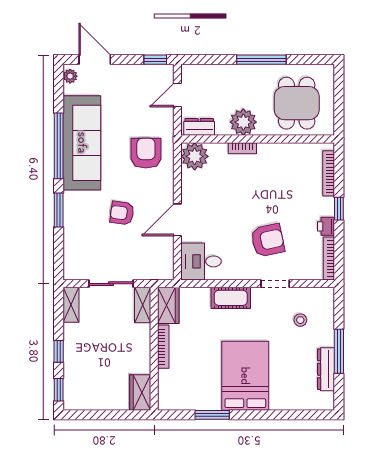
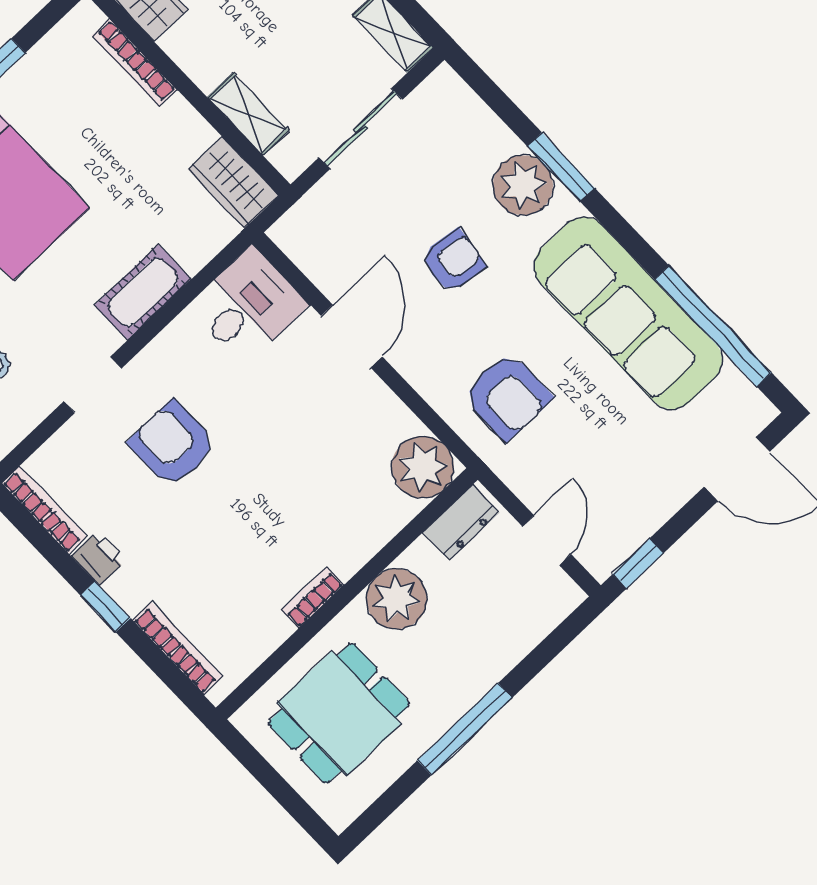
plant: (70, 76) -> (523, 185), moved, width x1.88, depth x1.88
dining table: (297, 103) -> (339, 713), turned 90
window: (59, 146) -> (713, 326), moved
bookcase: (242, 148) -> (313, 598), moved
armchair: (268, 240) -> (172, 444), turned 102
shelving: (143, 305) -> (248, 114), moved
bookcase: (163, 347) -> (134, 63), moved

